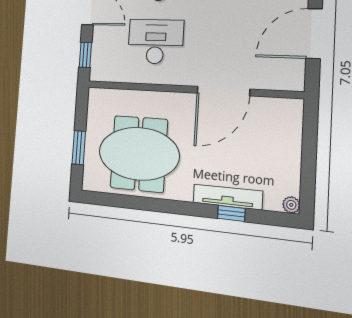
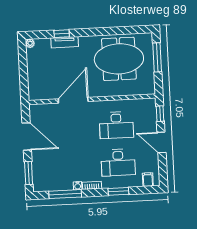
door: (314, 34) -> (27, 136), hinge flipped
window: (79, 148) -> (157, 57), width x1.44
tv unit: (228, 197) -> (65, 42), width x0.71

